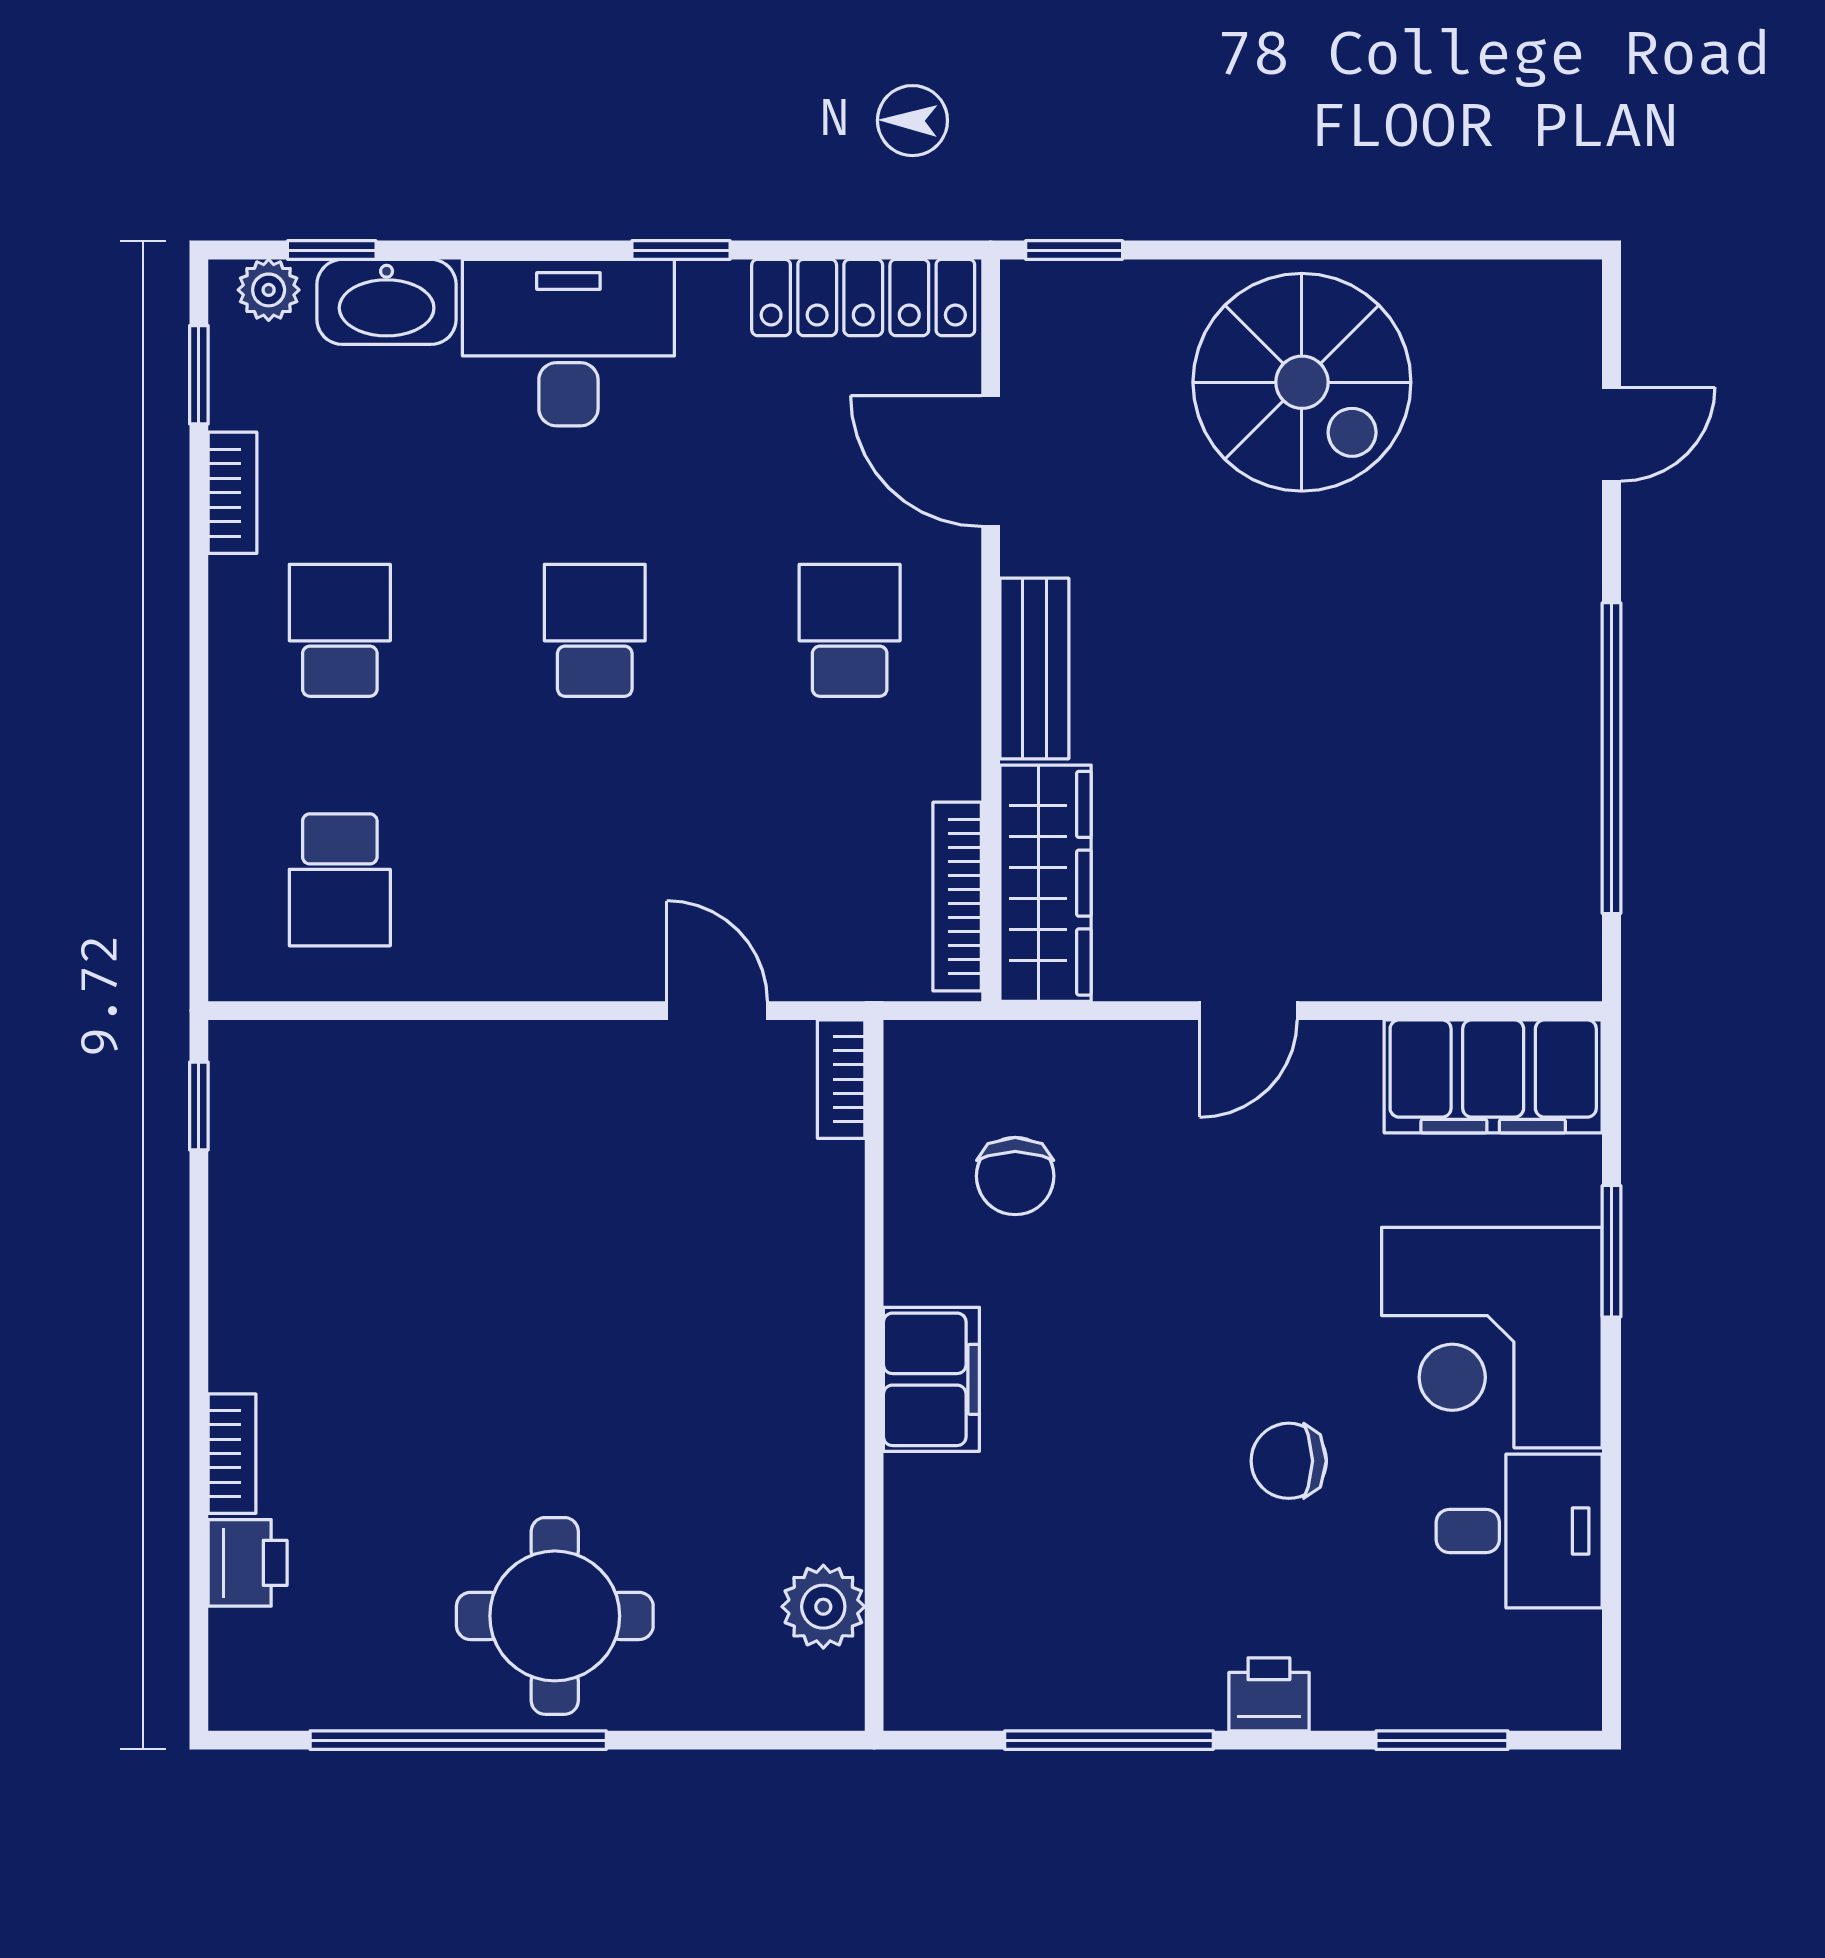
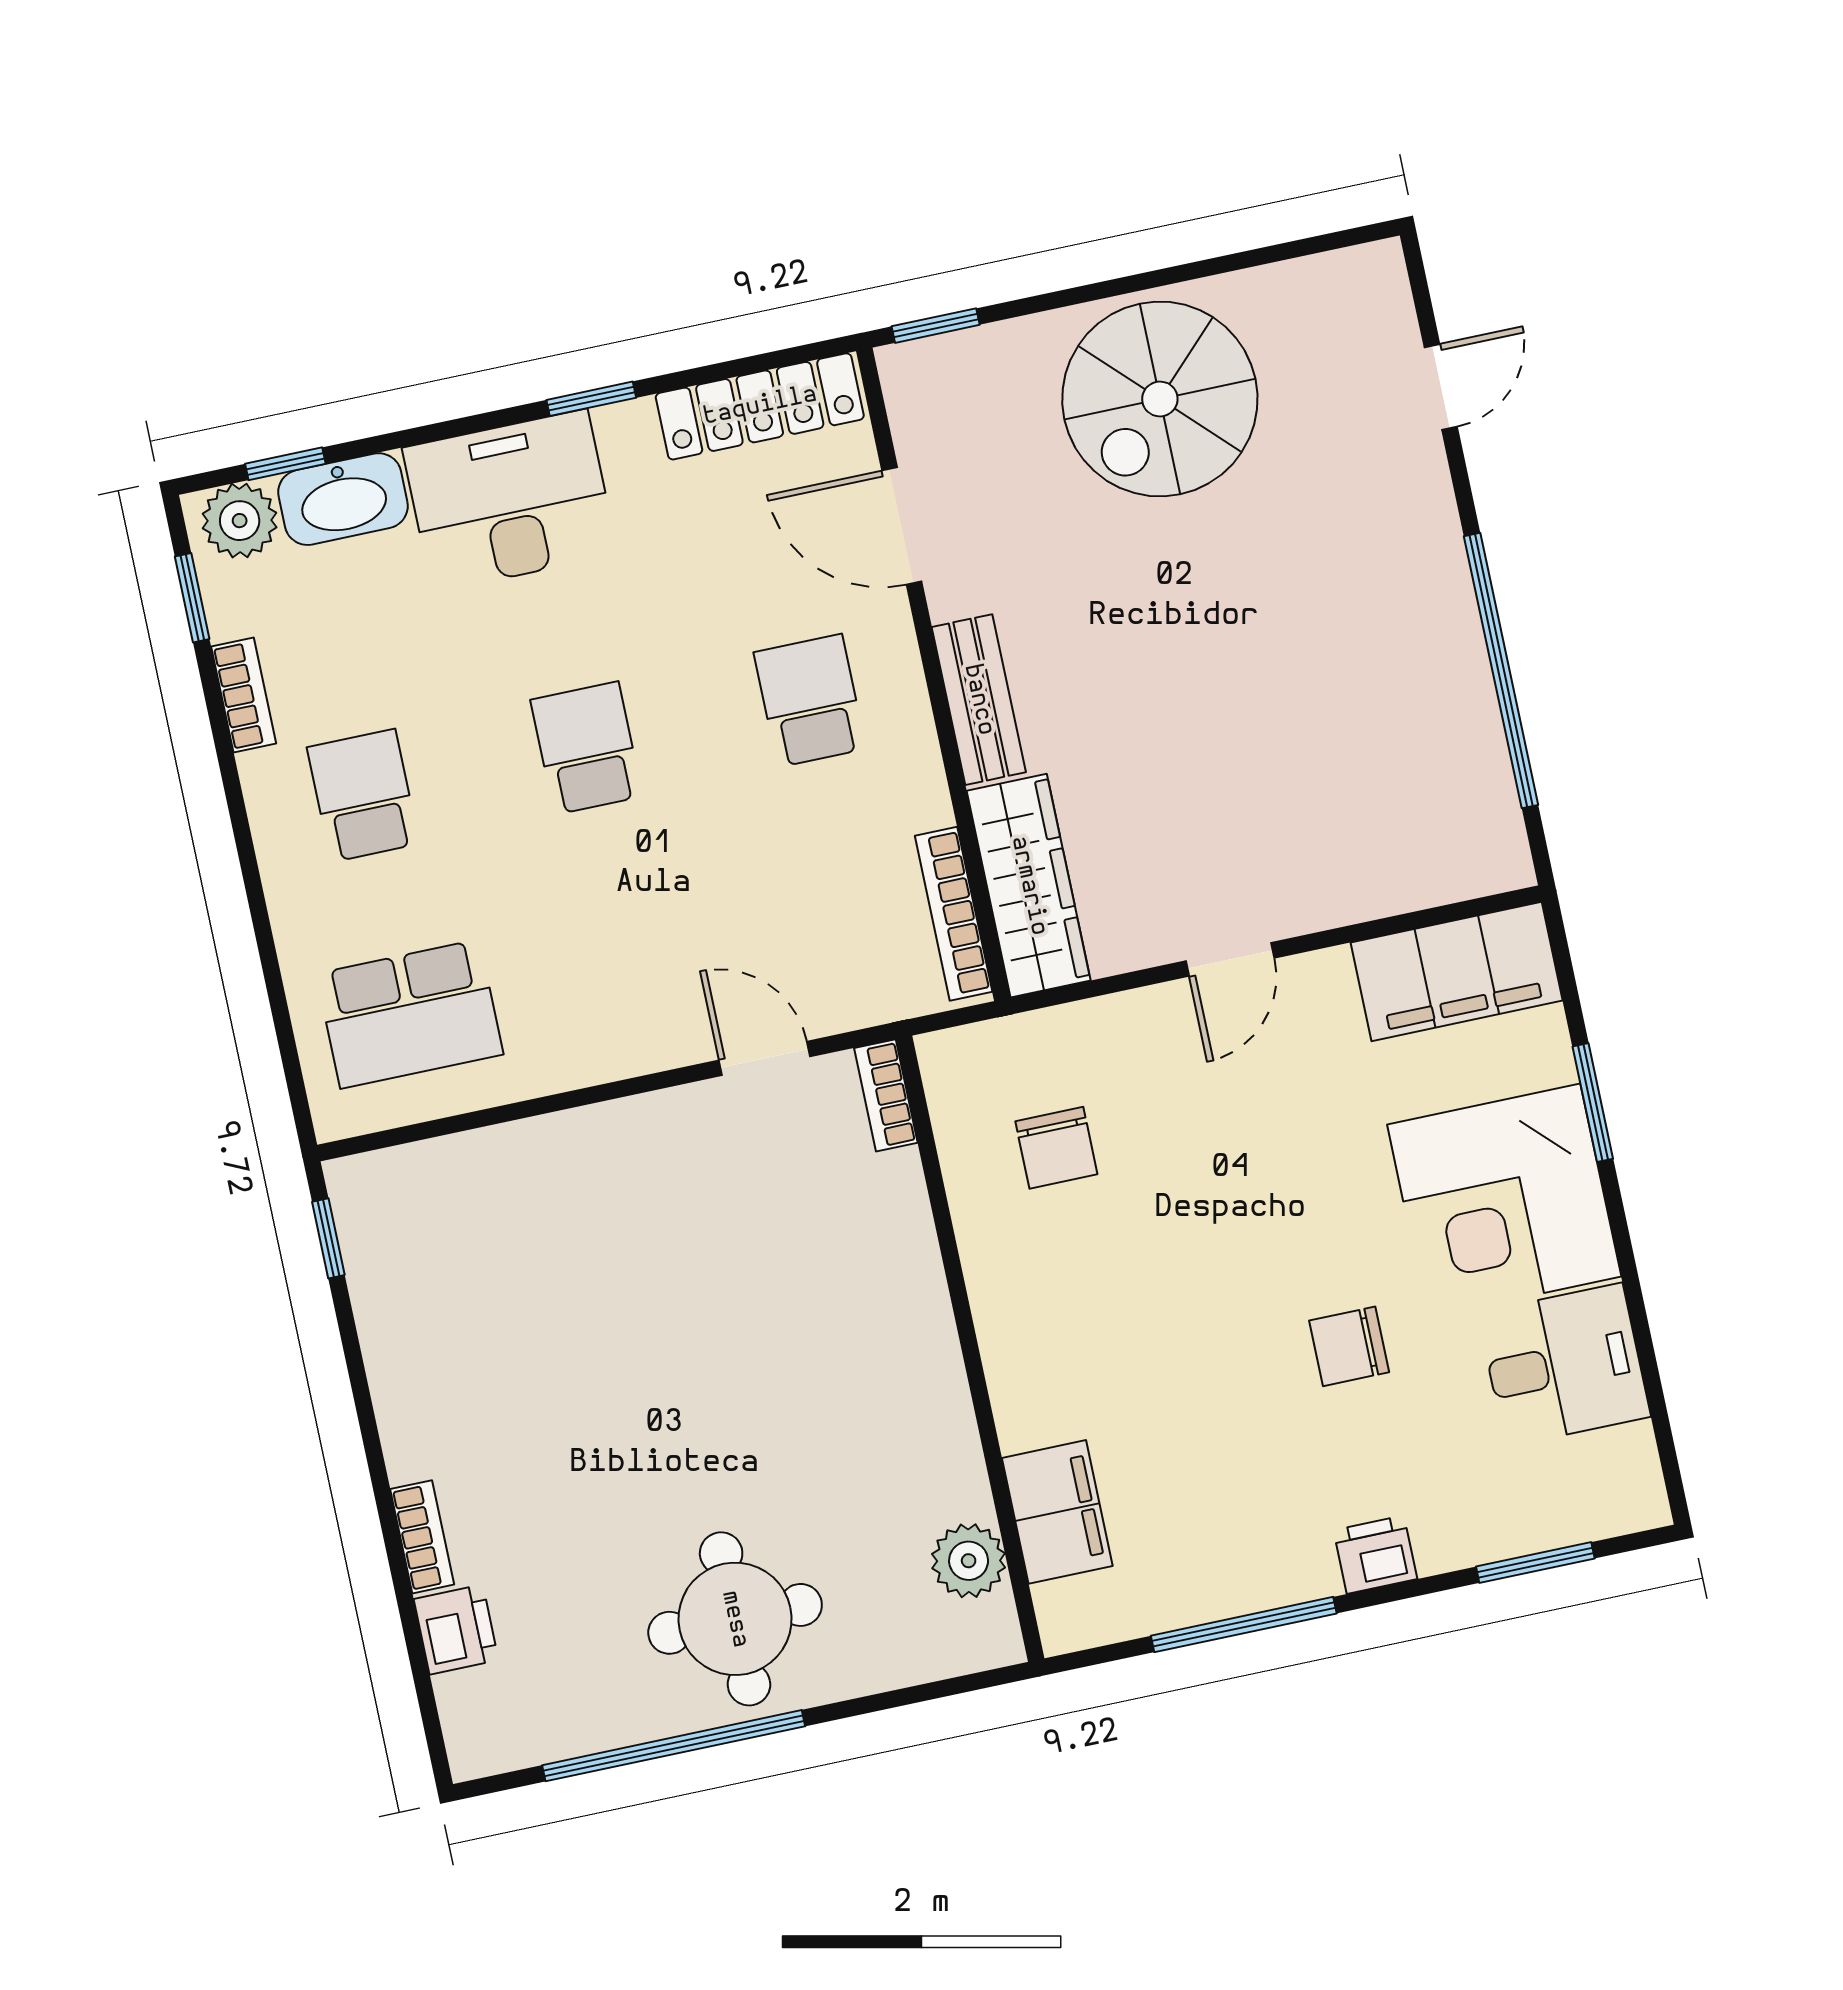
plant: (269, 290) -> (240, 521), width x1.38, depth x1.38
spiral stairs: (1302, 382) -> (1160, 399), turned 90
school desk: (340, 880) -> (410, 1014), width x1.85
filing cabinet: (931, 1379) -> (1057, 1512), moved

